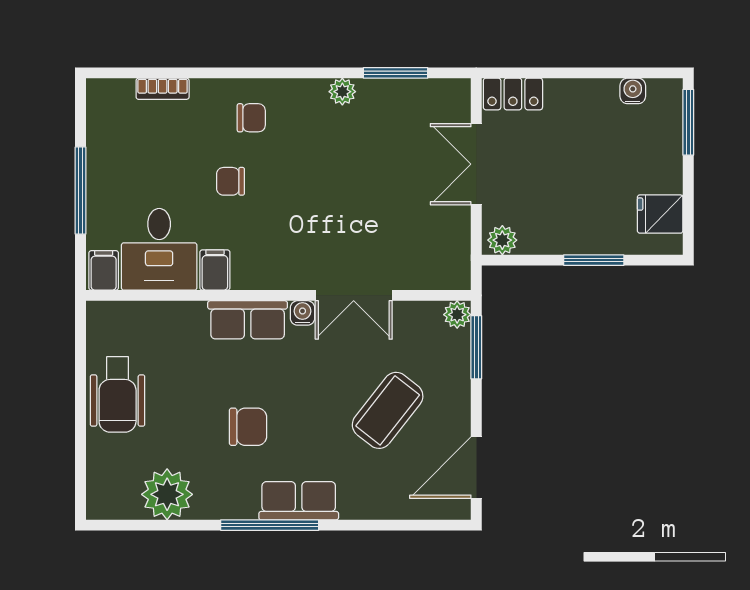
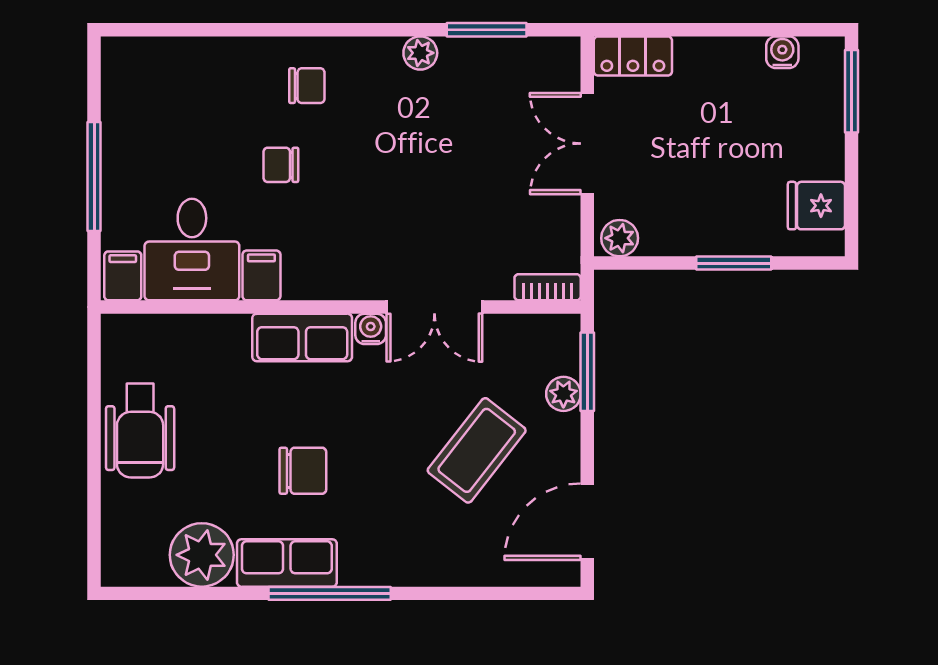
bookcase: (163, 89) -> (548, 287), moved, turned 180
plant: (457, 315) -> (563, 394), moved
row of seats: (299, 501) -> (287, 563), moved

